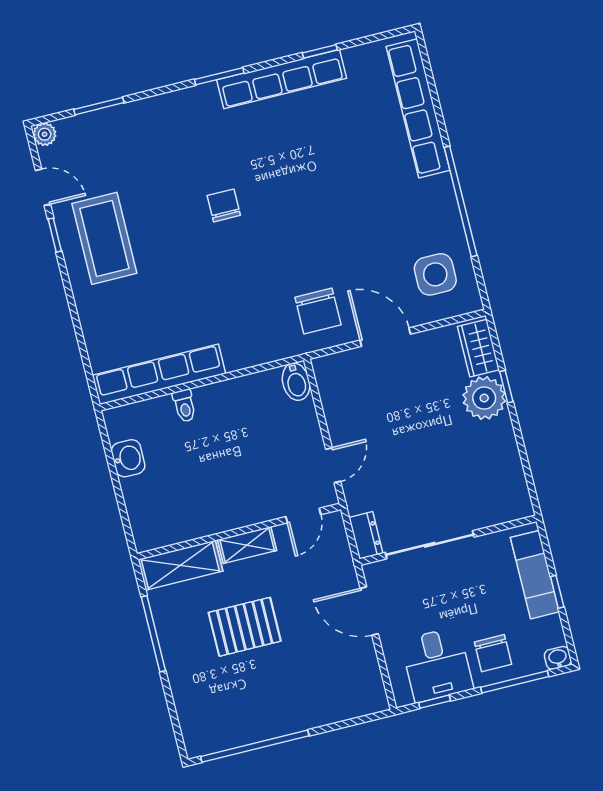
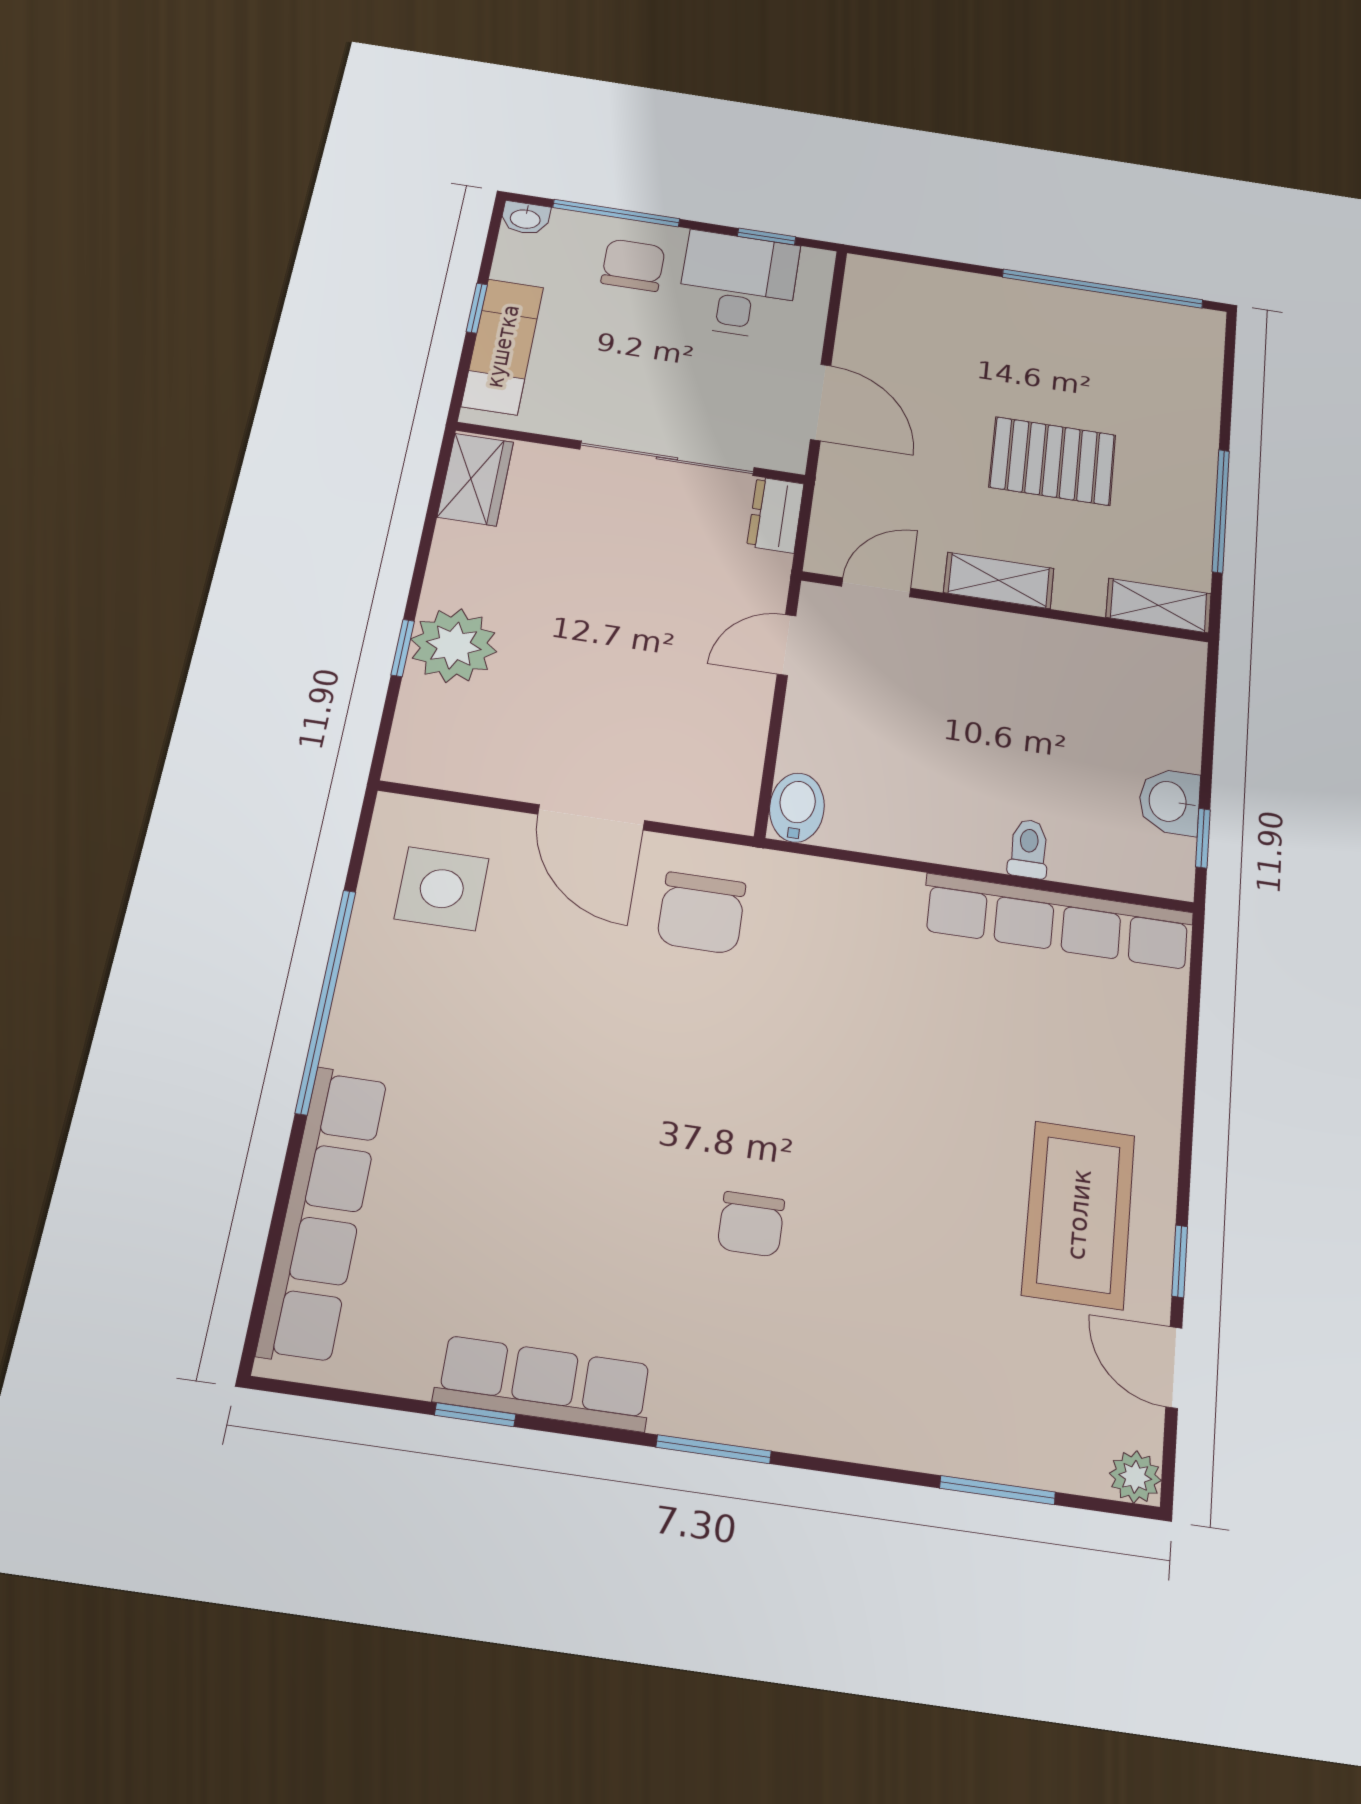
row of seats: (282, 79) -> (544, 1383), width x0.73
chair: (224, 205) -> (751, 1224), moved
chair: (318, 311) -> (701, 913), turned 180
wardrobe: (478, 348) -> (475, 479), moved
window: (107, 446) -> (1203, 838), added
shelving: (180, 565) -> (1159, 605), width x0.67, depth x0.75

